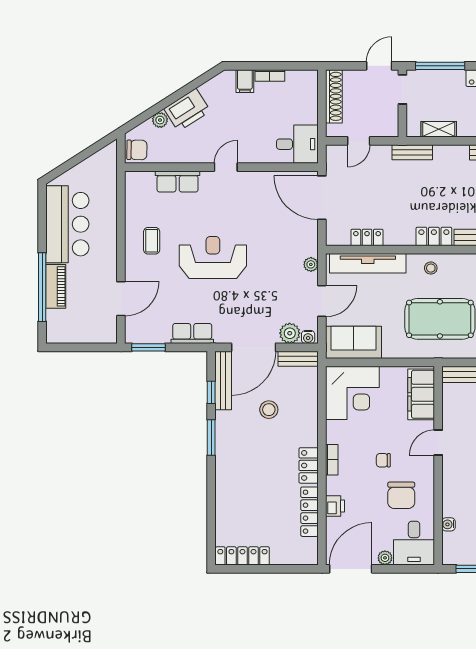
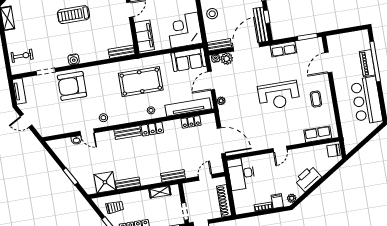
plant: (160, 120) -> (292, 198), moved
desk: (297, 144) -> (241, 174), width x1.37
row of seats: (178, 181) -> (318, 134), moved
stool: (269, 410) -> (212, 14), moved

